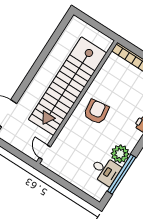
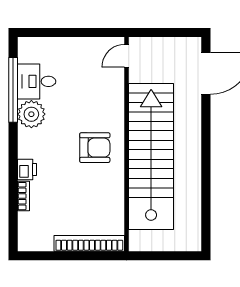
armchair: (96, 112) -> (95, 148), turned -82
door: (45, 152) -> (127, 56), swing flipped

